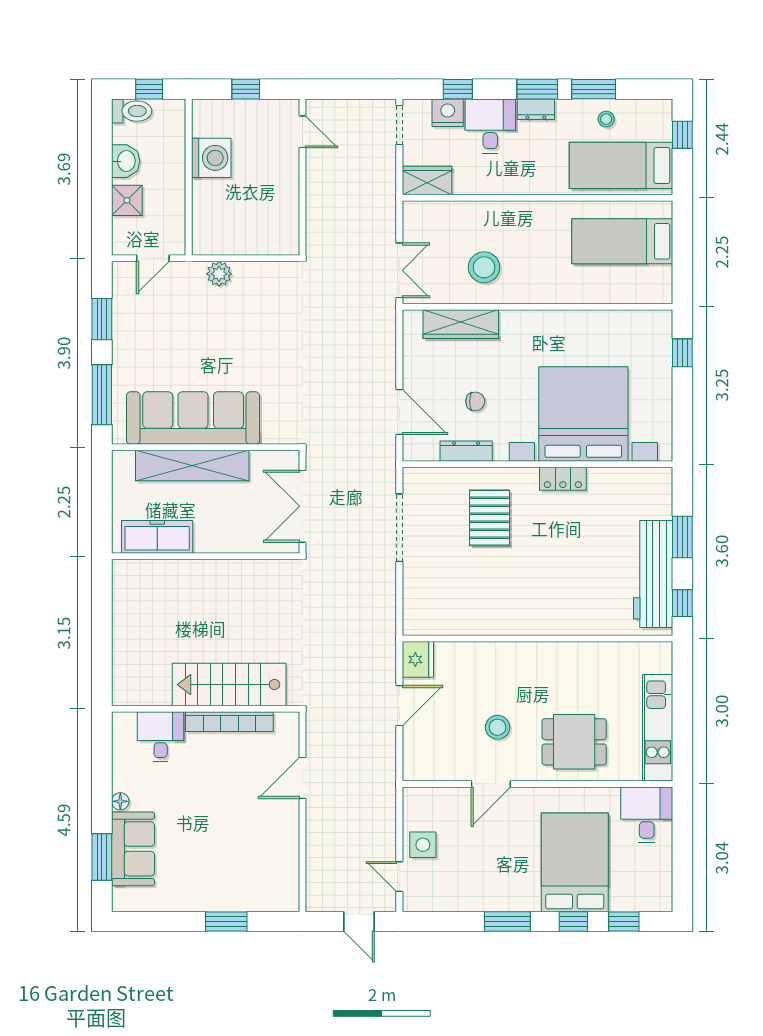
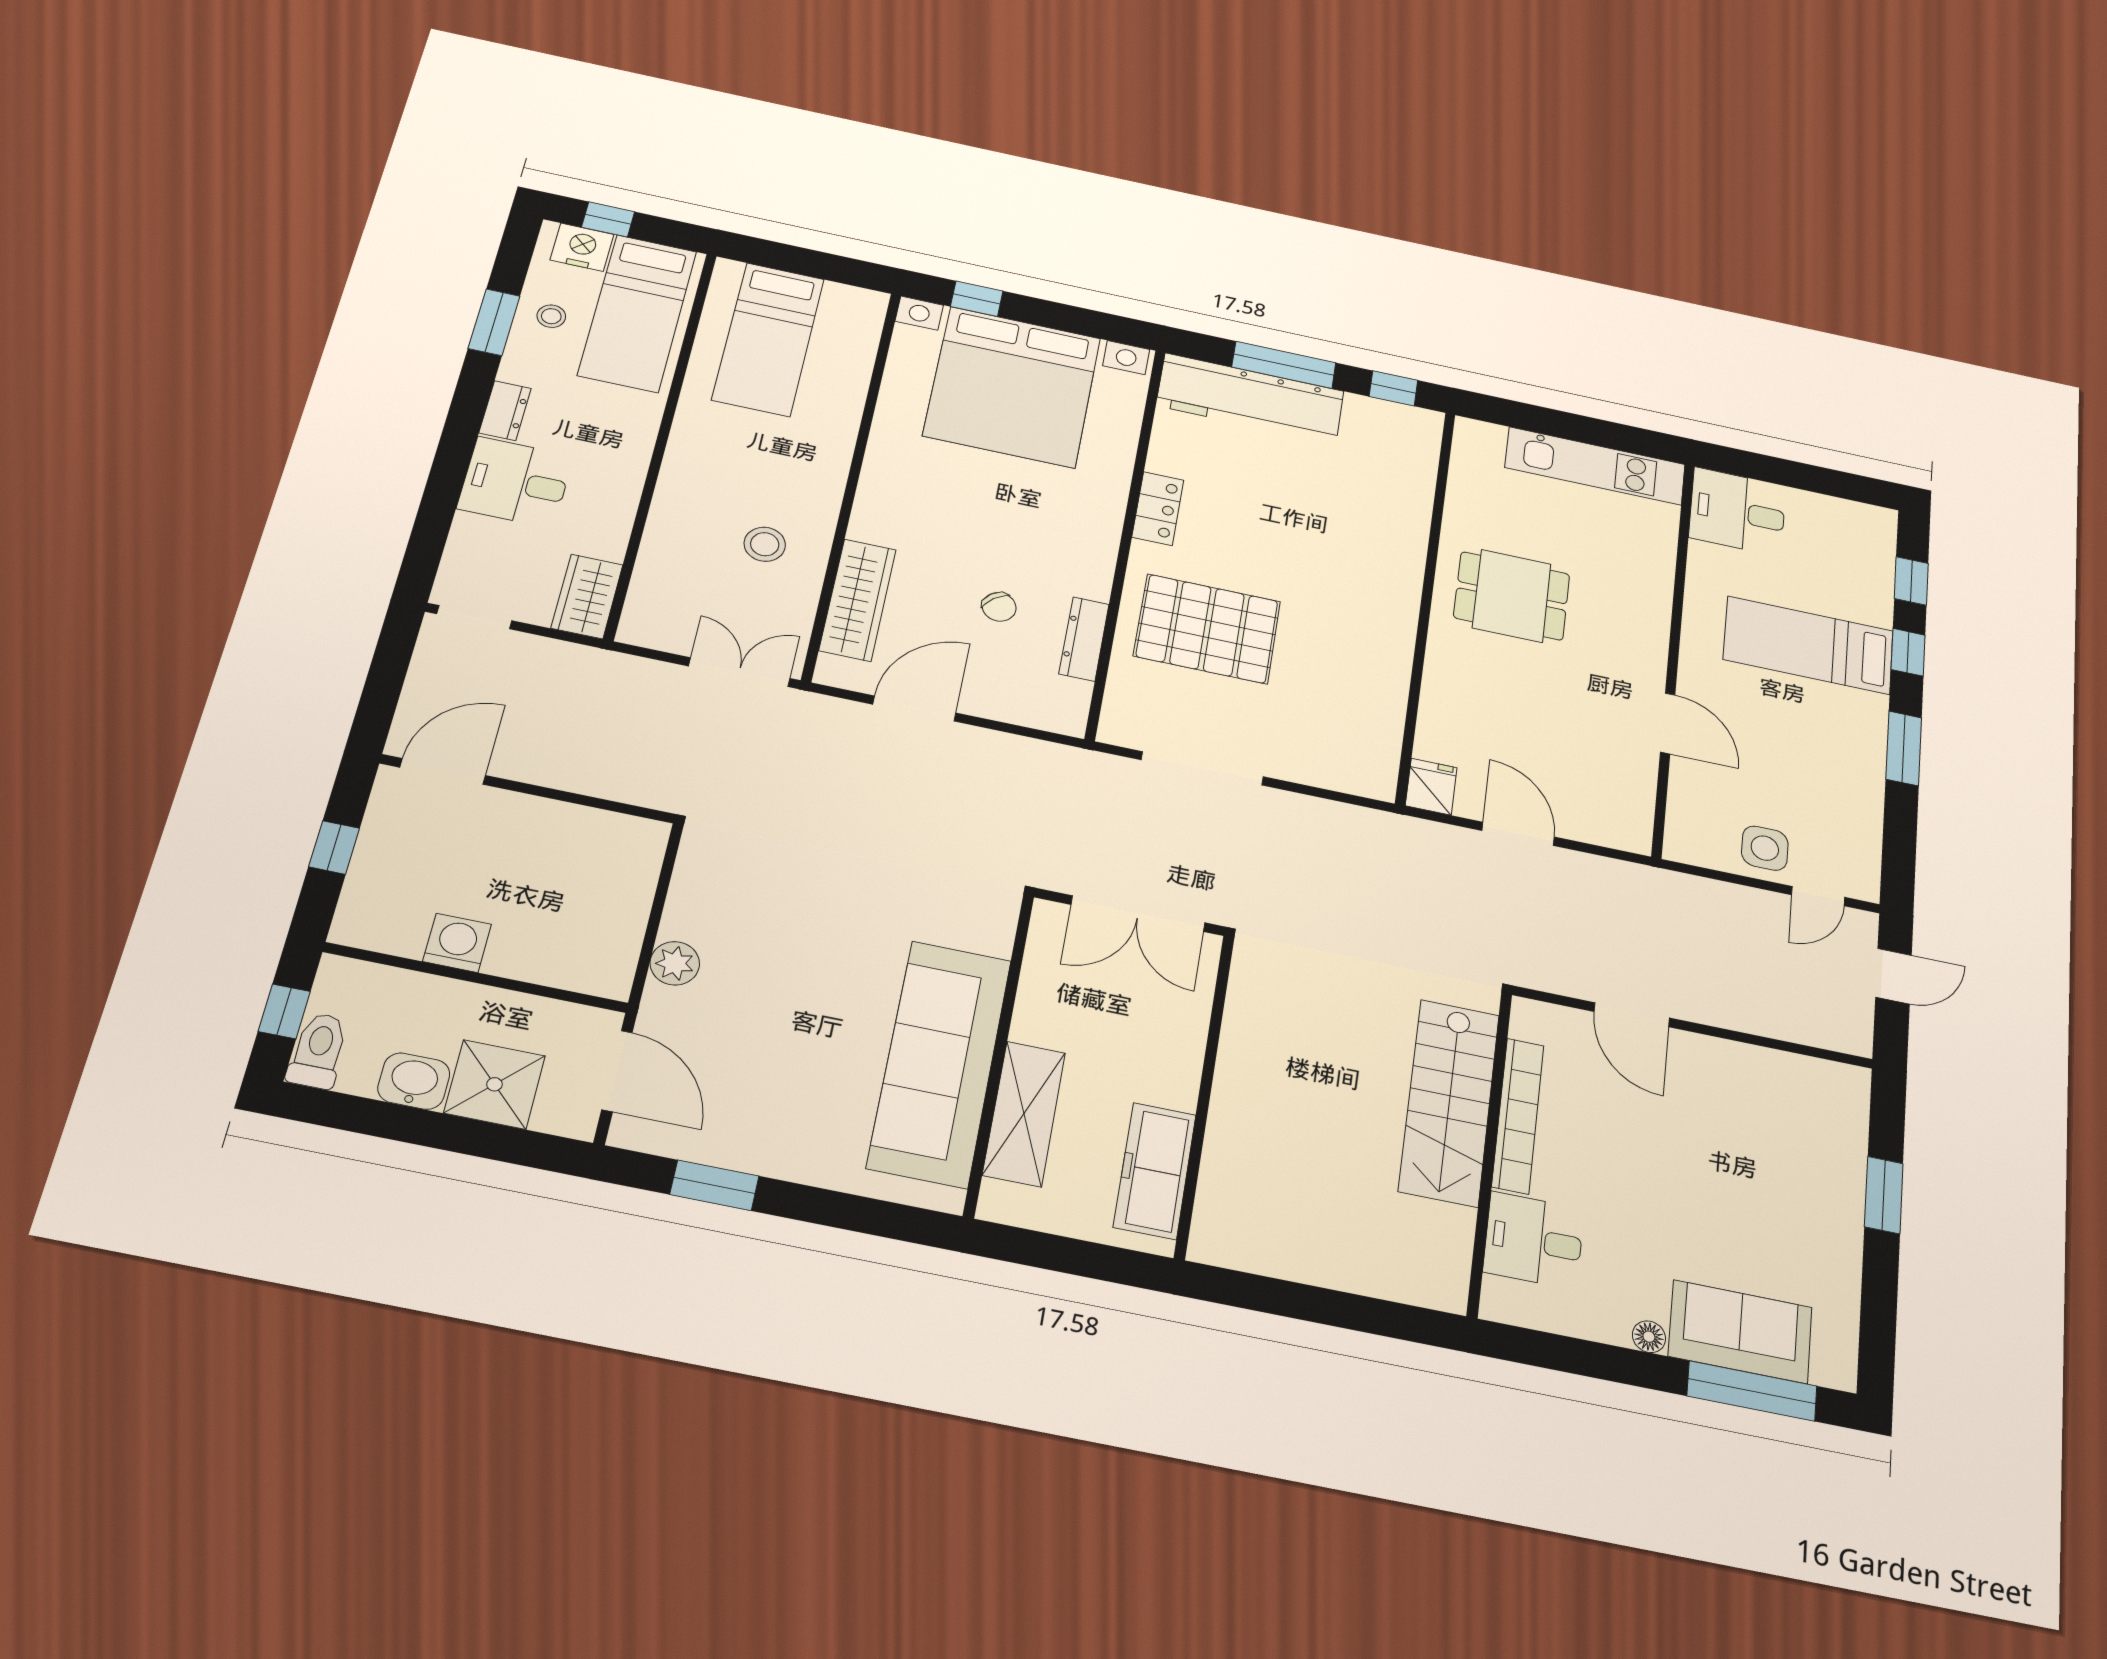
window: (458, 89) -> (435, 516), removed
window: (537, 89) -> (470, 401), removed
nightstand: (448, 113) -> (582, 247), moved, turned 90
door: (302, 132) -> (443, 771), width x1.38
washing machine: (211, 158) -> (457, 943), width x0.73, depth x0.73
shower: (127, 200) -> (495, 1084), width x1.36, depth x1.36
door: (153, 258) -> (617, 1071), width x1.38
stool: (484, 267) -> (765, 544), width x0.73, depth x0.73
window: (102, 395) -> (863, 1215), removed
chair: (475, 401) -> (999, 607), turned 140
door: (399, 412) -> (914, 709), moved
bed with nightstands: (583, 414) -> (1012, 387), moved, turned -90
shelving: (192, 466) -> (1024, 1114), width x0.68
pallet: (490, 518) -> (1207, 629), width x1.37, depth x1.41
window: (682, 537) -> (1284, 365), width x1.44
workbench: (653, 574) -> (1250, 398), moved
fridge: (418, 659) -> (1431, 787), width x0.72
stool: (498, 727) -> (1571, 693), removed
dining table: (574, 742) -> (1512, 596), moved, turned 90
window: (102, 857) -> (1752, 1391), width x1.44
bed: (575, 862) -> (1808, 645), width x0.67

